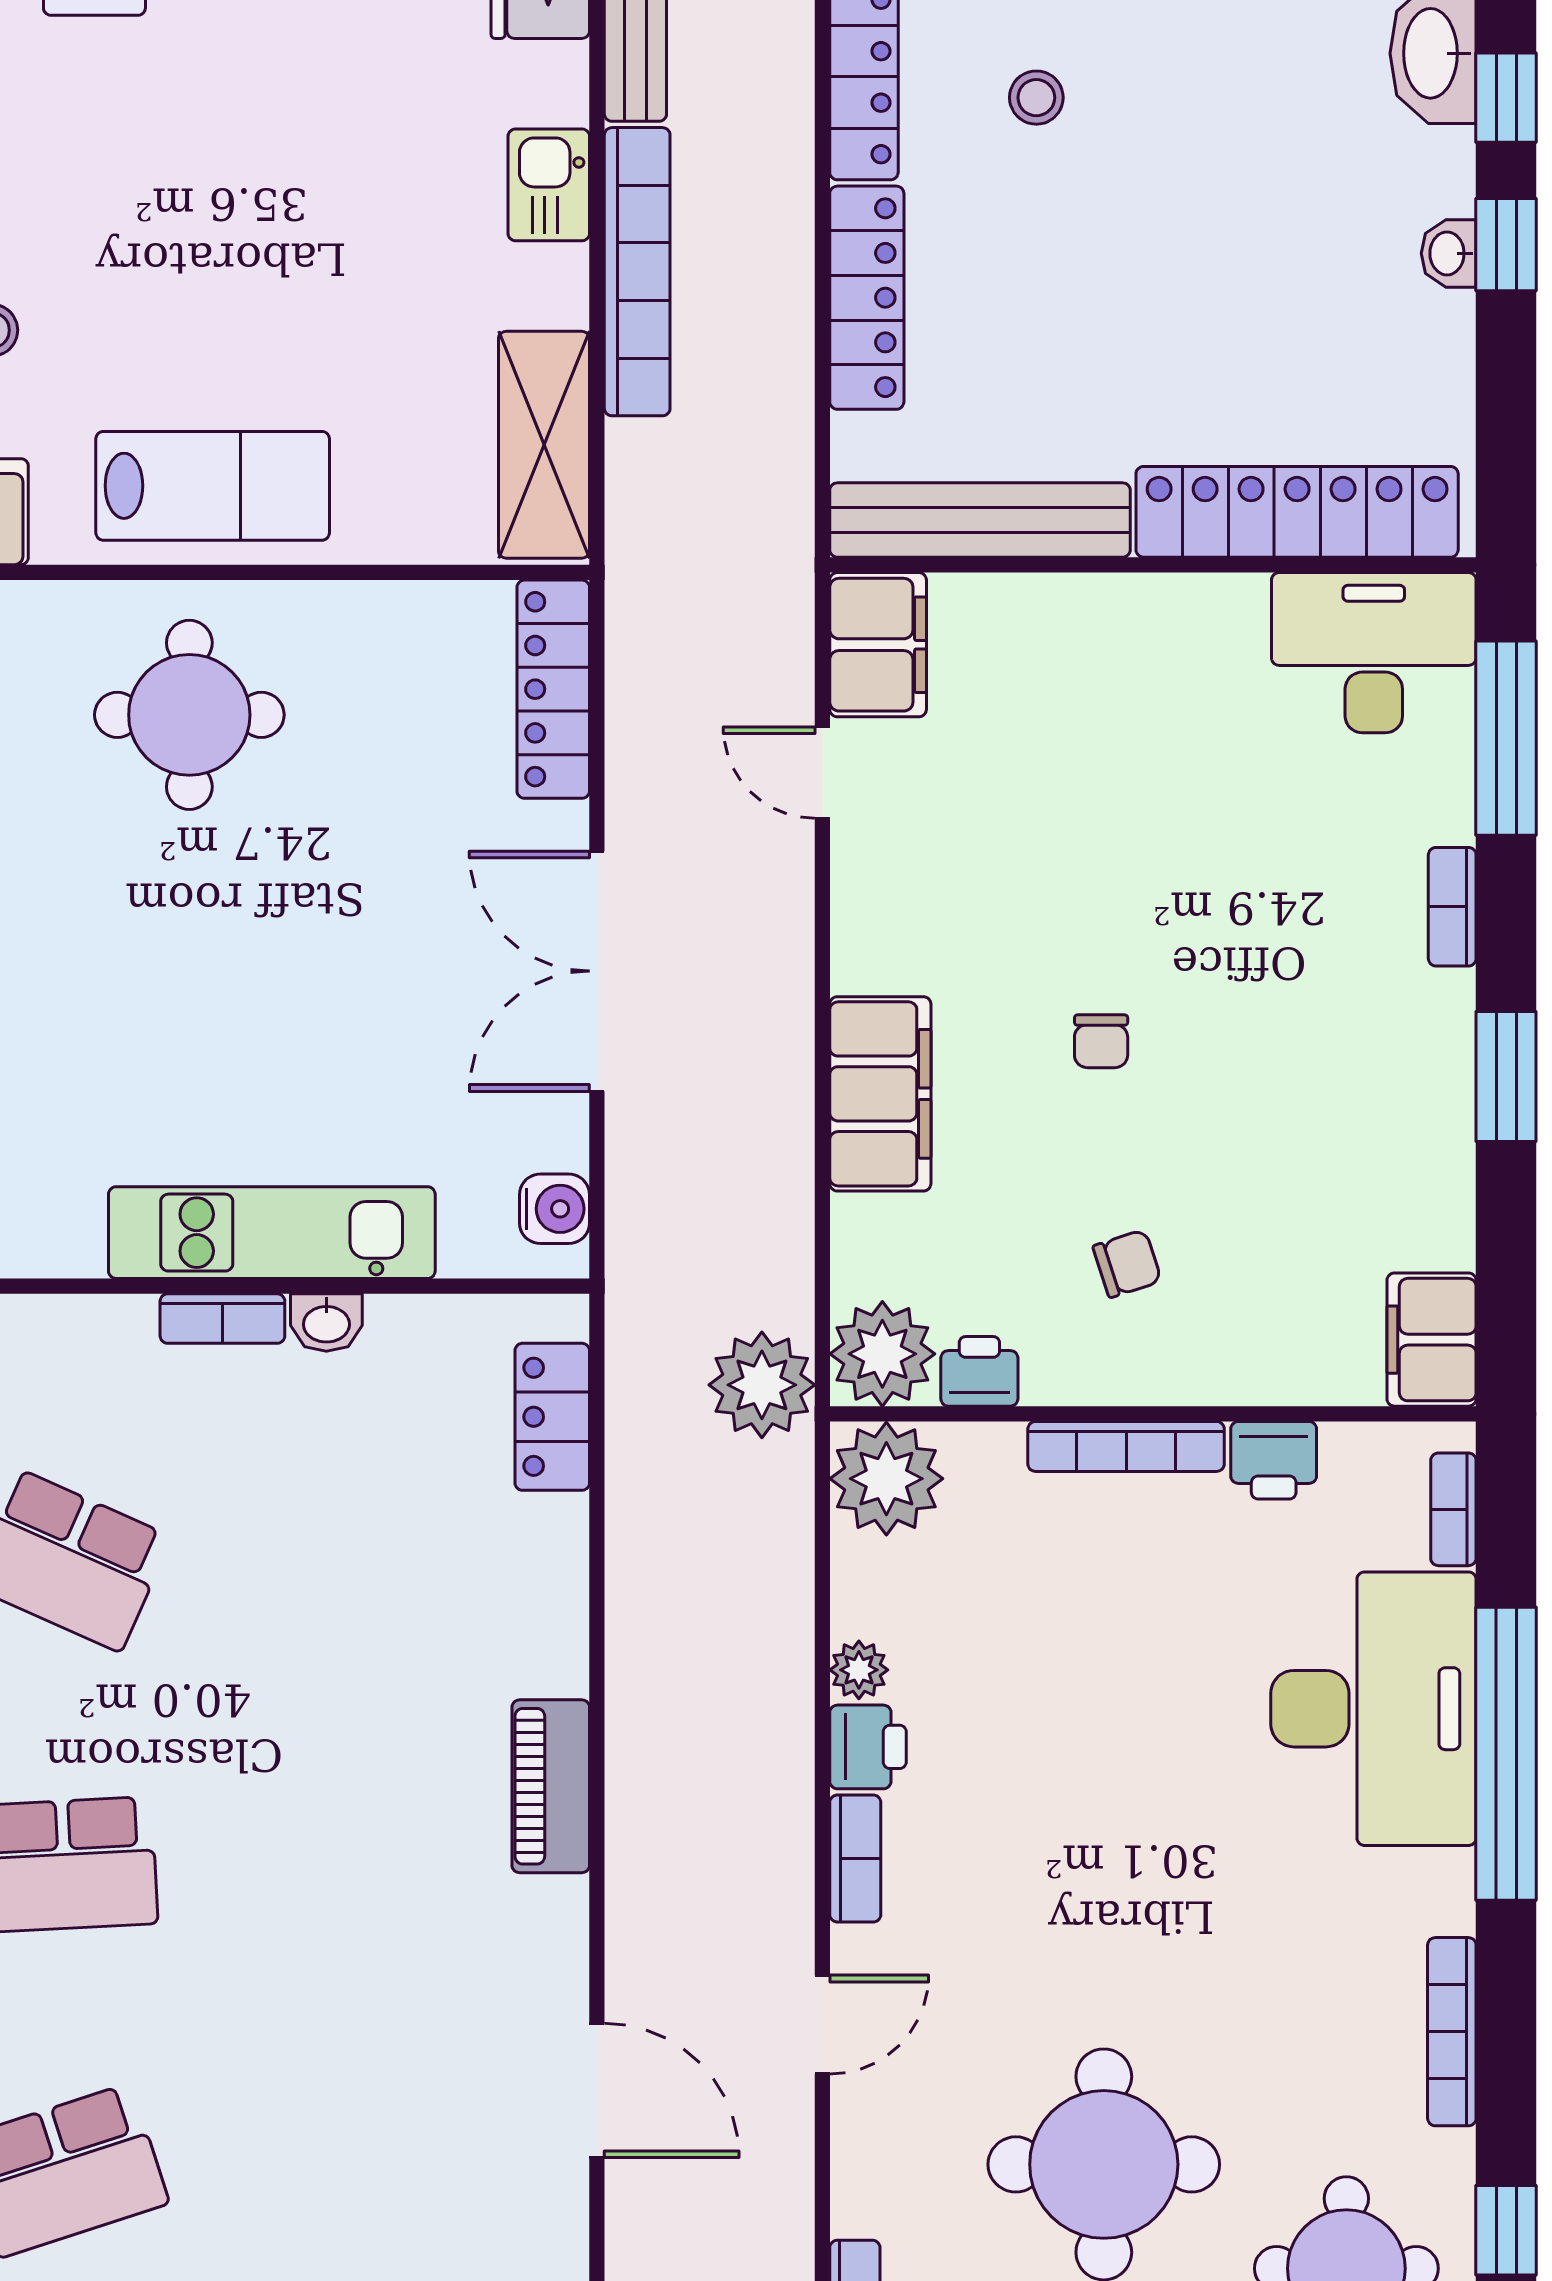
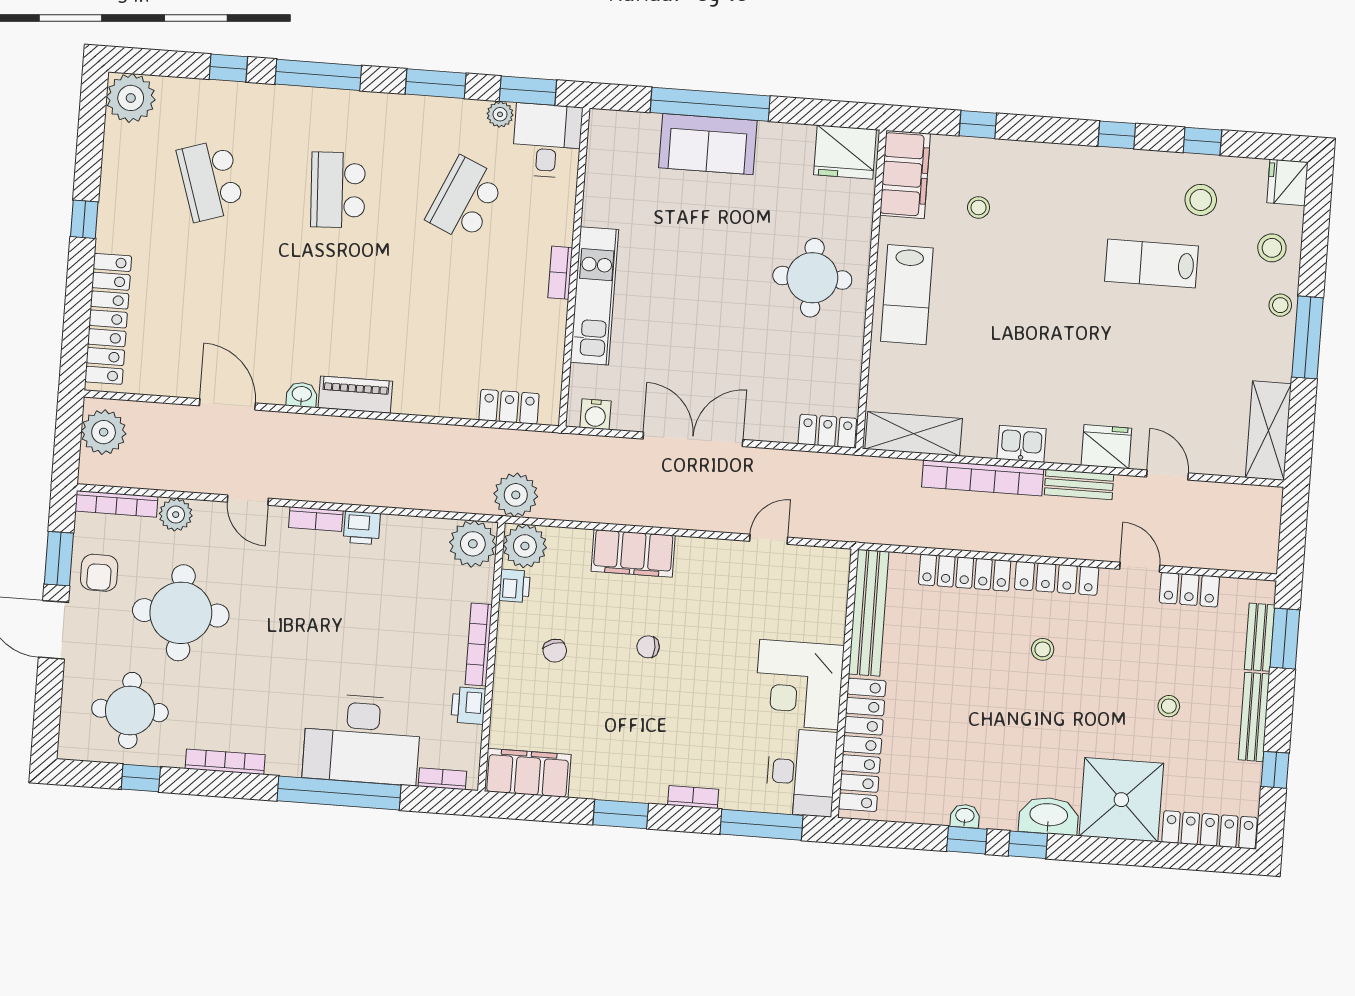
filing cabinet: (878, 645) -> (820, 566), removed
corner desk: (1164, 674) -> (799, 684), added
locker: (553, 689) -> (827, 431), width x0.66
washbasin: (326, 1323) -> (302, 395), moved, turned 90
filing cabinet: (1431, 1340) -> (528, 773), width x1.50, depth x1.17
plant: (859, 1670) -> (176, 515), moved, width x1.38, depth x1.38
door: (597, 2090) -> (227, 404), swing flipped

